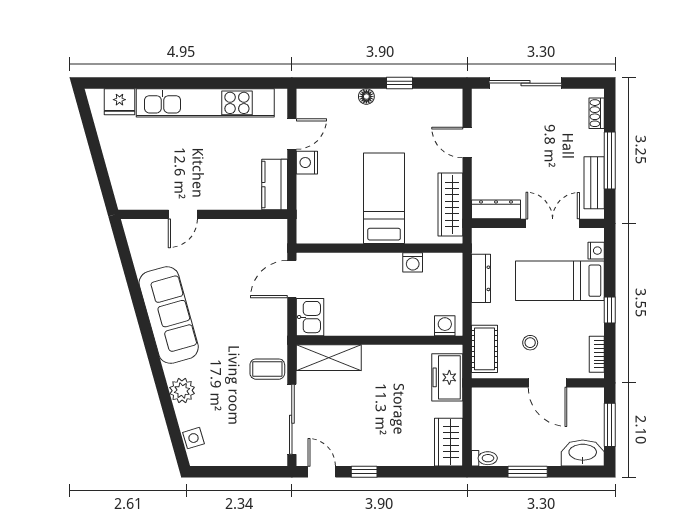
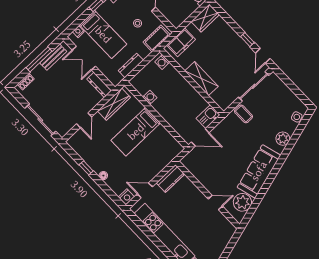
nightstand: (307, 163) -> (126, 197), moved
plant: (148, 252) -> (242, 202), added
shelving: (329, 358) -> (201, 79), moved

